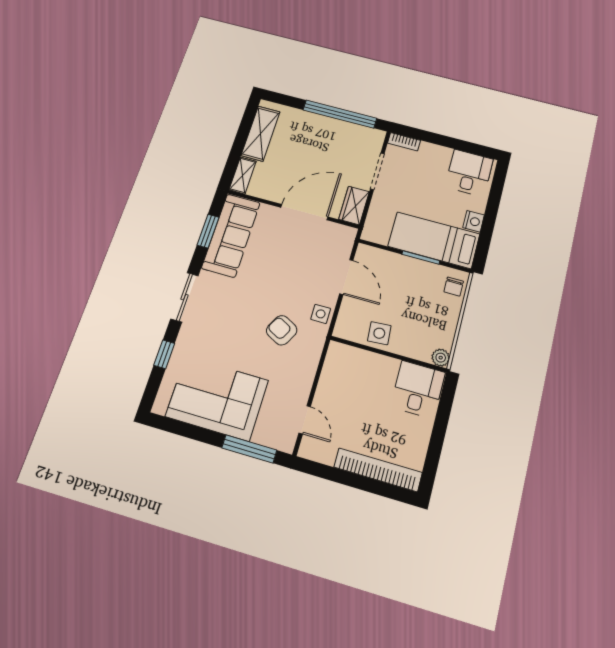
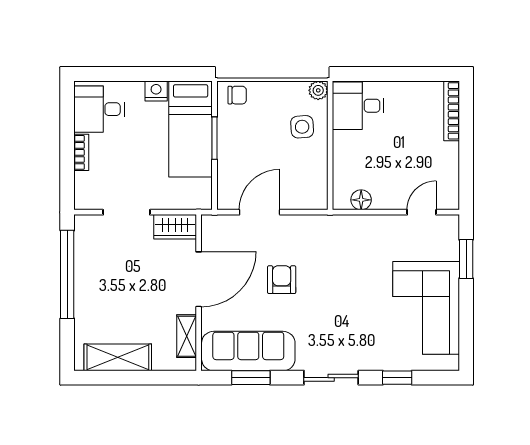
bookcase: (404, 142) -> (81, 152), moved
shelving: (243, 175) -> (187, 336), moved, turned 90
door: (304, 212) -> (199, 279), swing flipped
side table: (321, 314) -> (308, 228), removed
armchair: (282, 330) -> (282, 280), moved, turned 152
side table: (379, 333) -> (302, 127), moved
floor lamp: (332, 368) -> (361, 200), added
window: (249, 449) -> (466, 259), width x0.69
bookcase: (378, 470) -> (452, 111), width x0.68, depth x0.76

